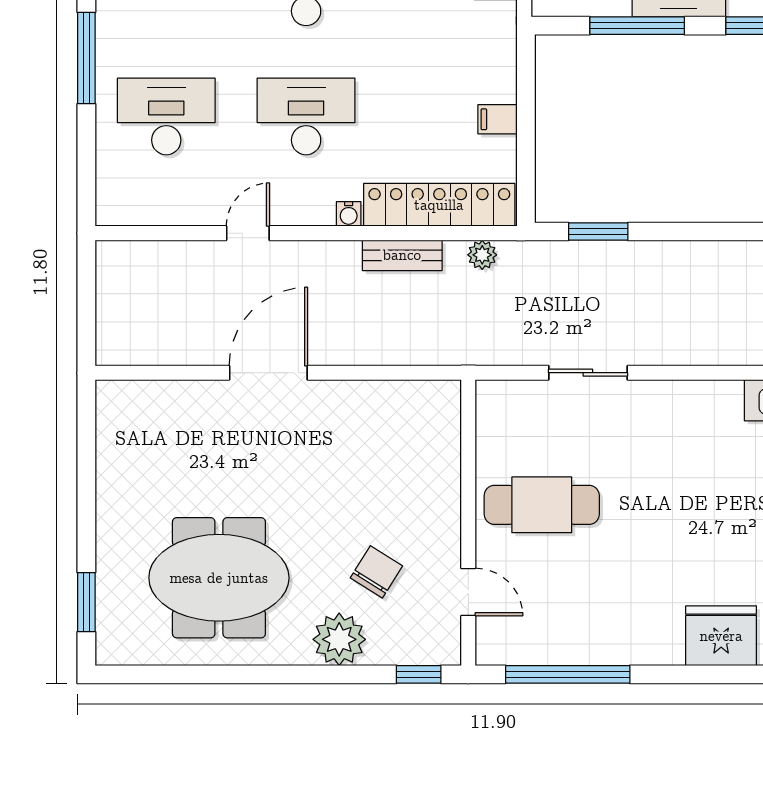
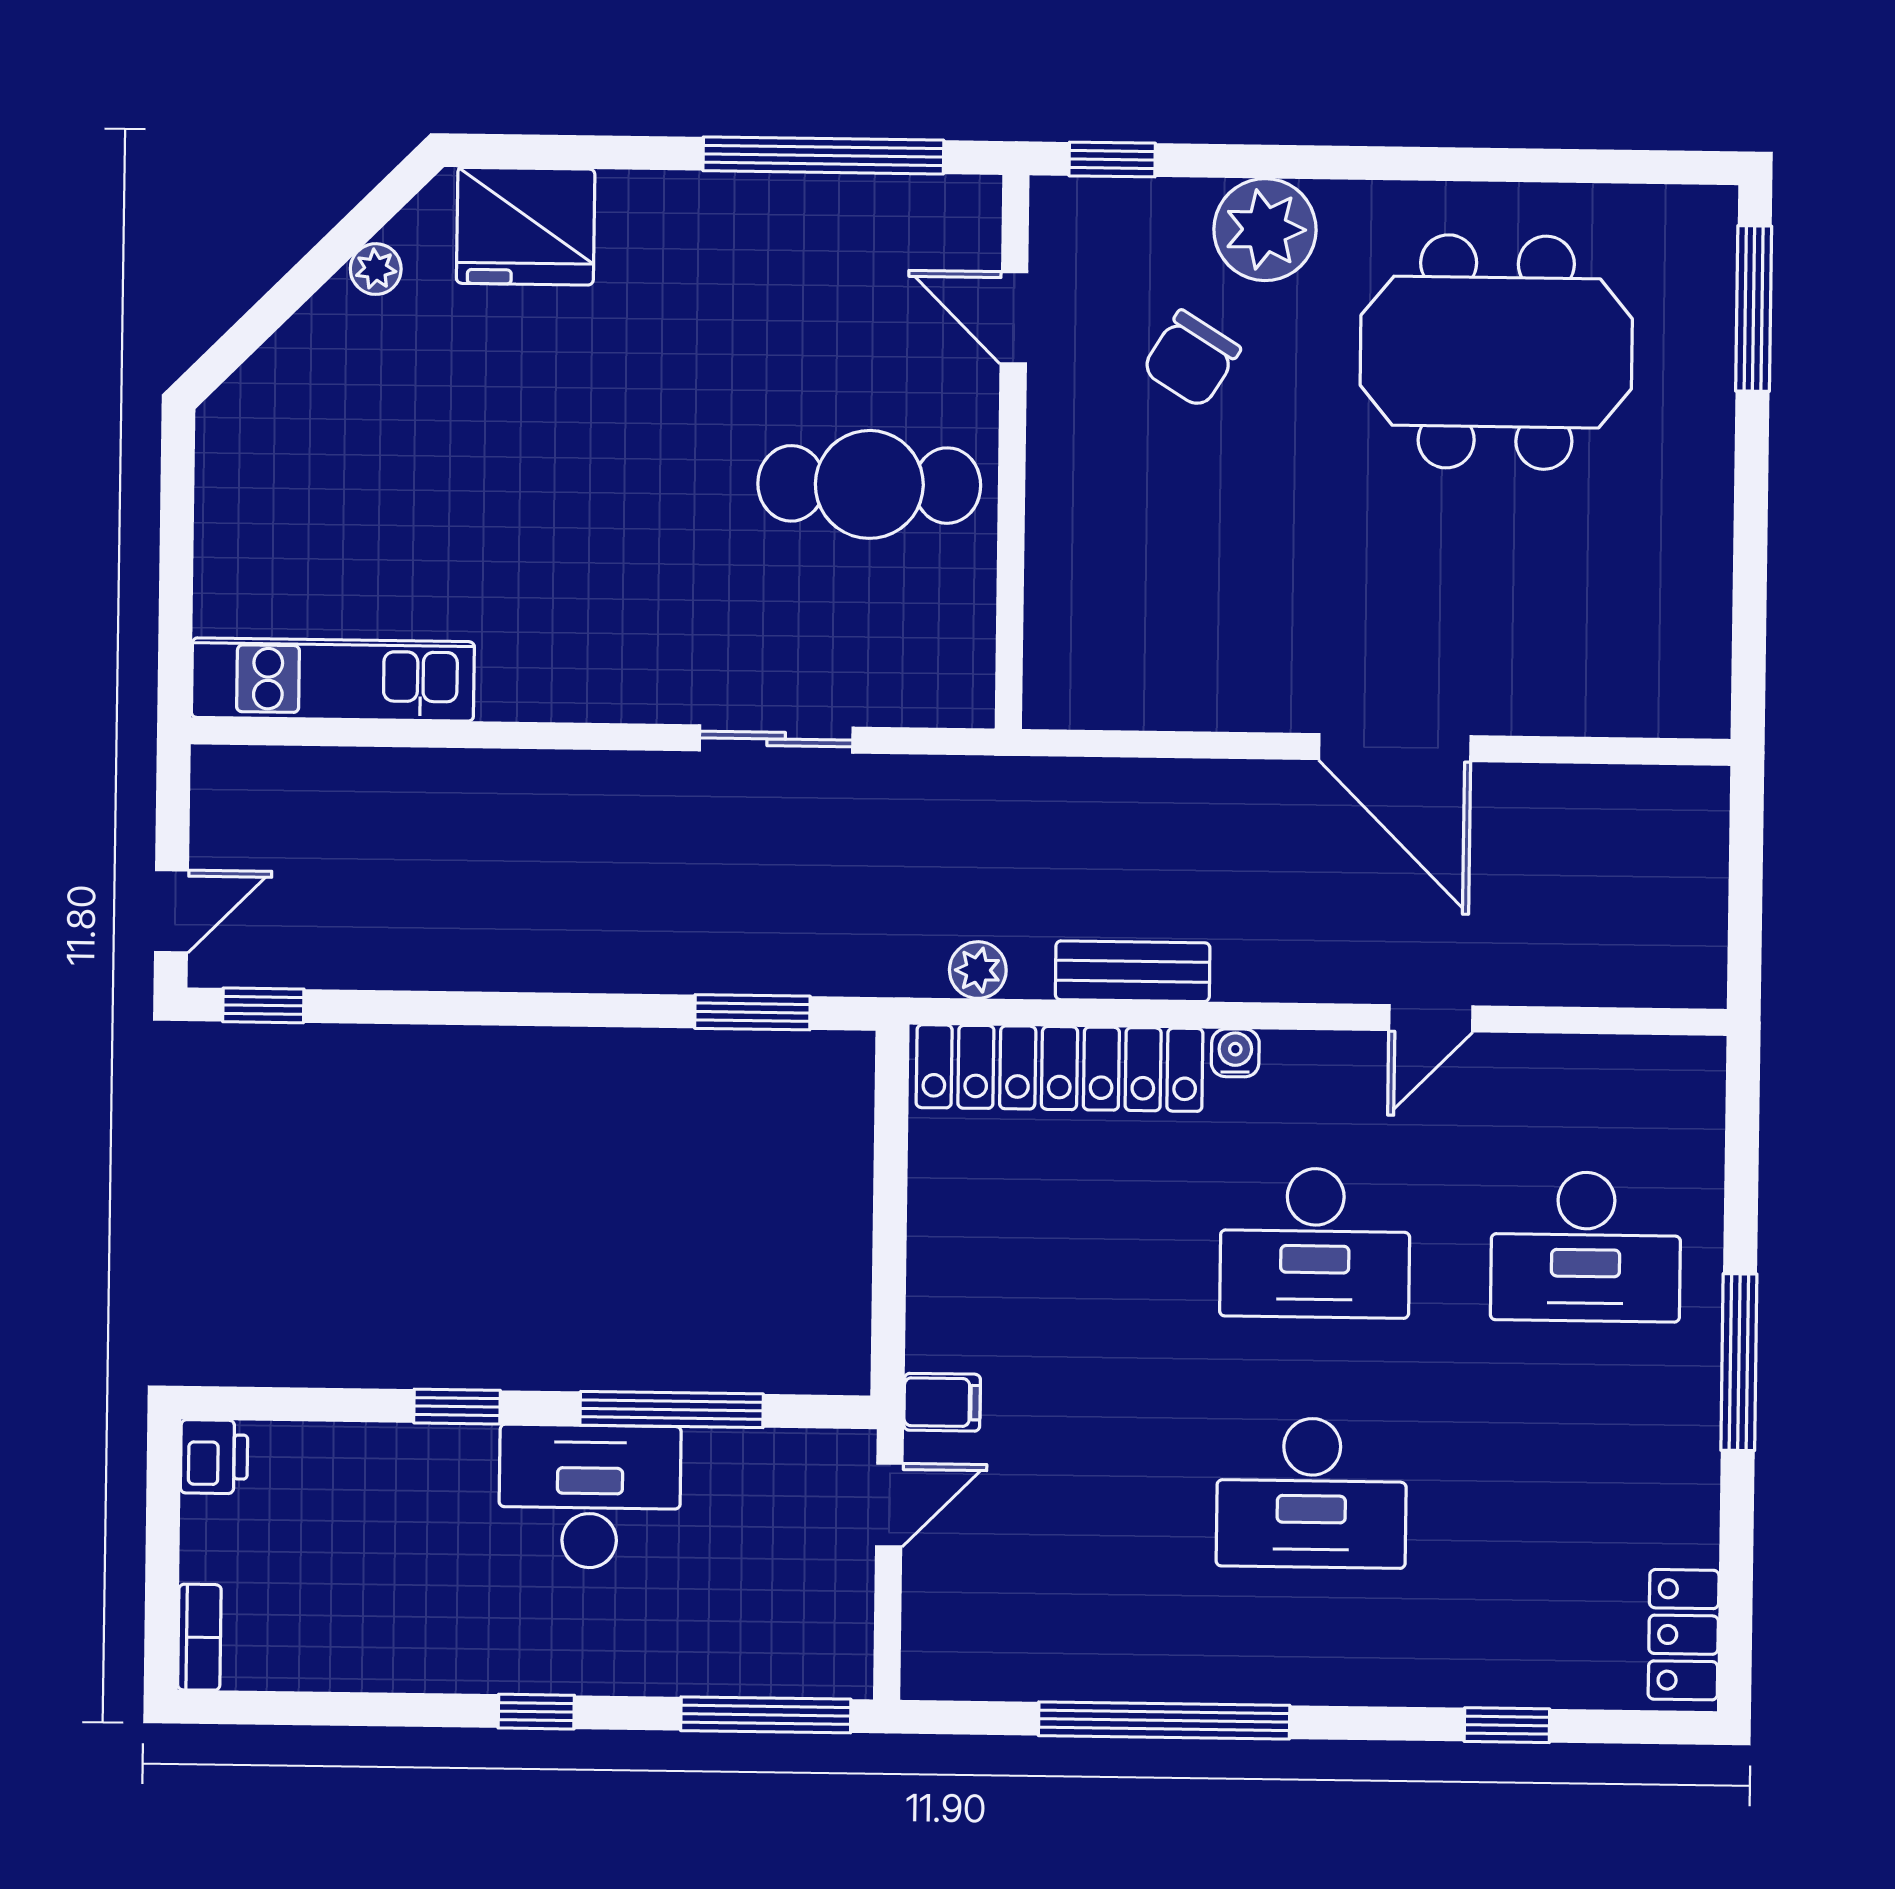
filing cabinet: (498, 119) -> (942, 1402), moved
door: (268, 373) -> (1395, 748), hinge flipped
window: (86, 602) -> (1754, 309), width x1.44

